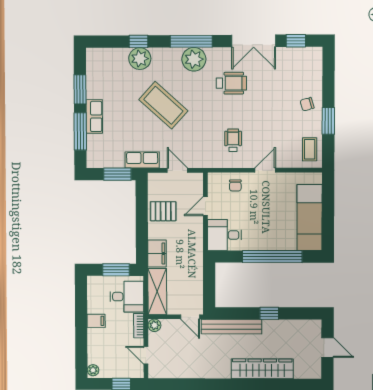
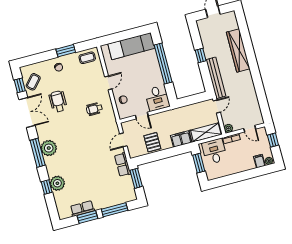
wheelchair: (231, 83) -> (58, 101), moved
coffee table: (163, 105) -> (33, 82), moved, width x0.54, depth x0.58
row of seats: (94, 116) -> (82, 209), moved
door: (265, 170) -> (108, 83), swing flipped
filing cabinet: (96, 321) -> (259, 161), moved
door: (146, 355) -> (250, 129), hinge flipped

